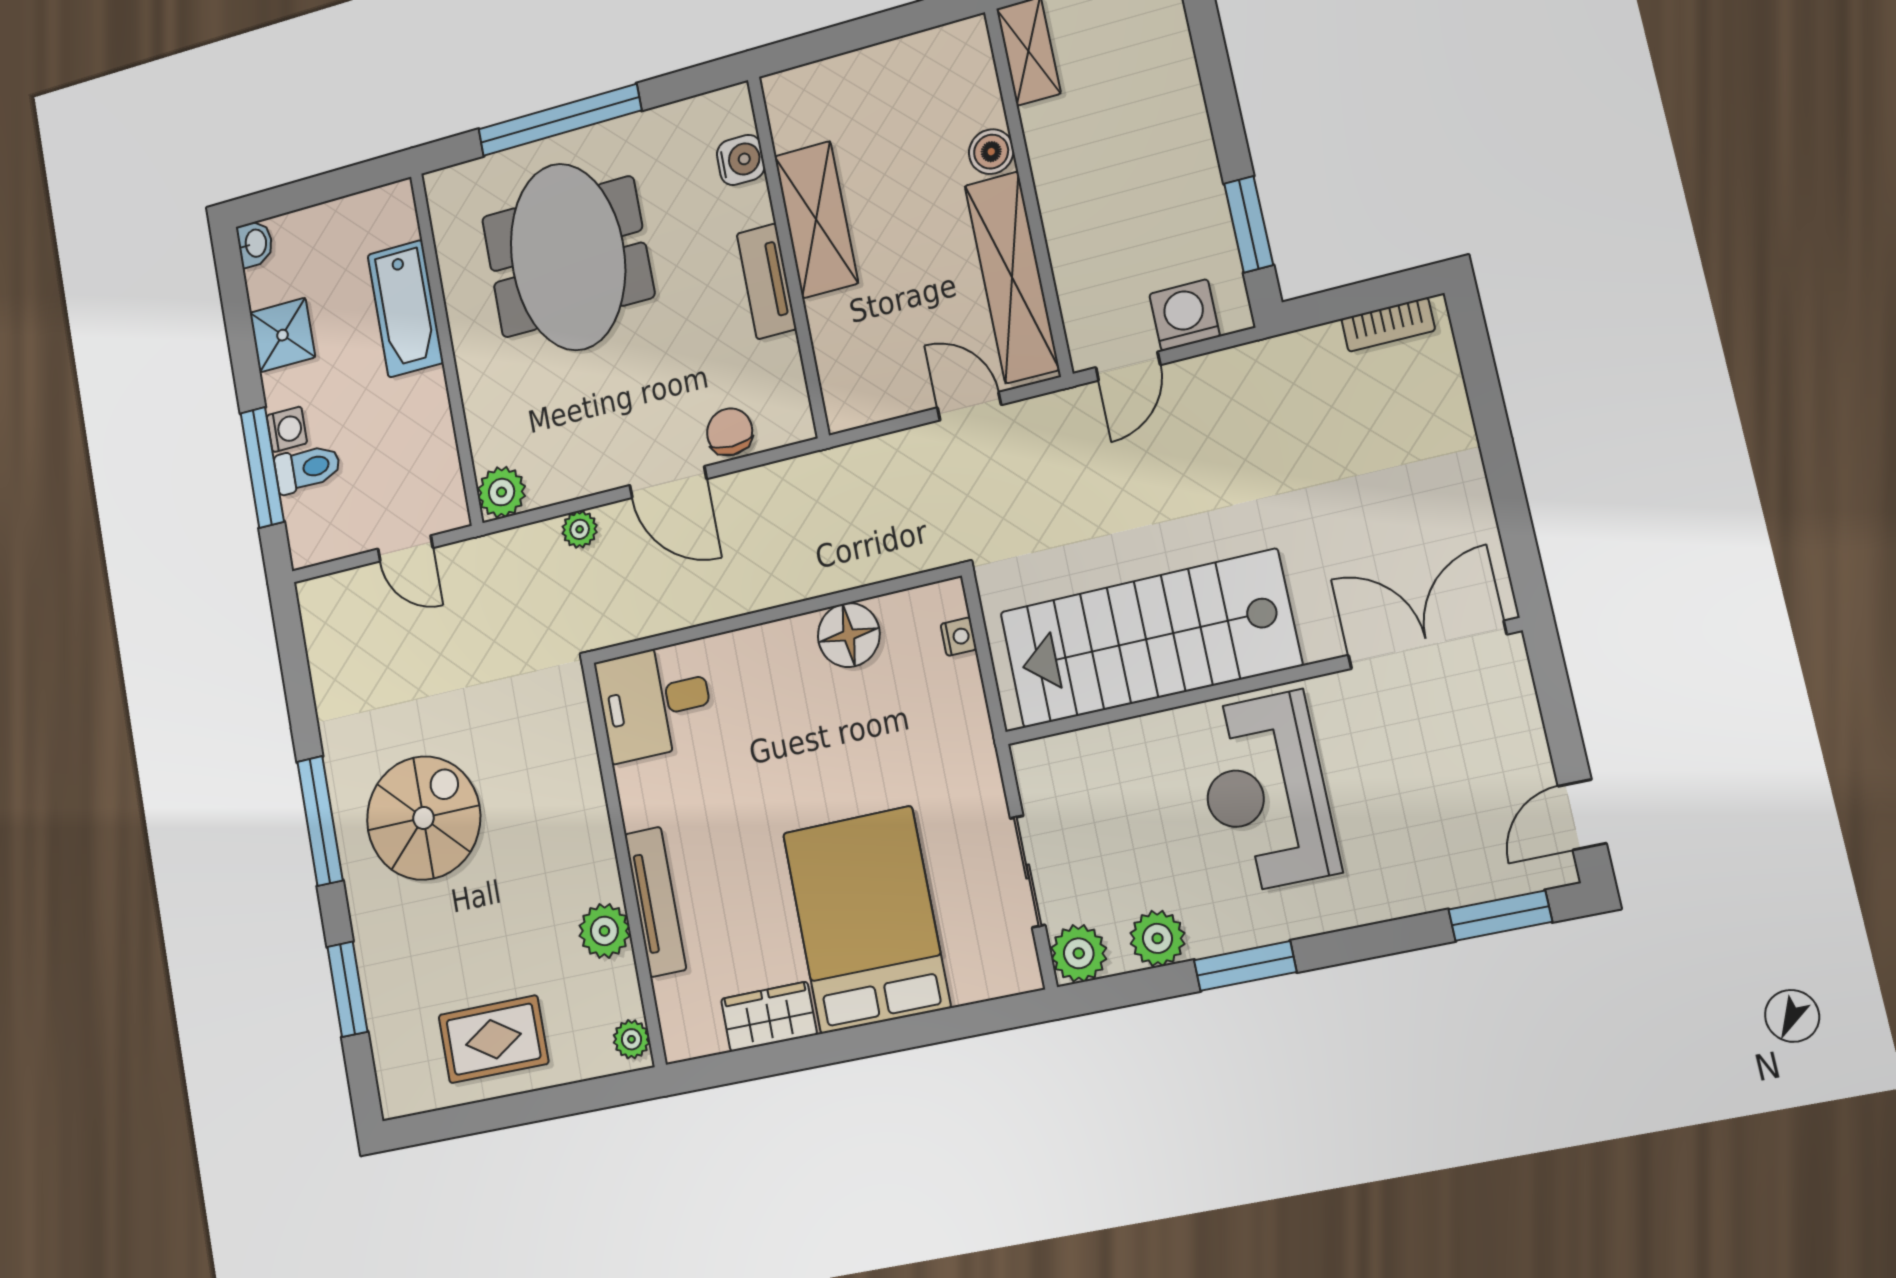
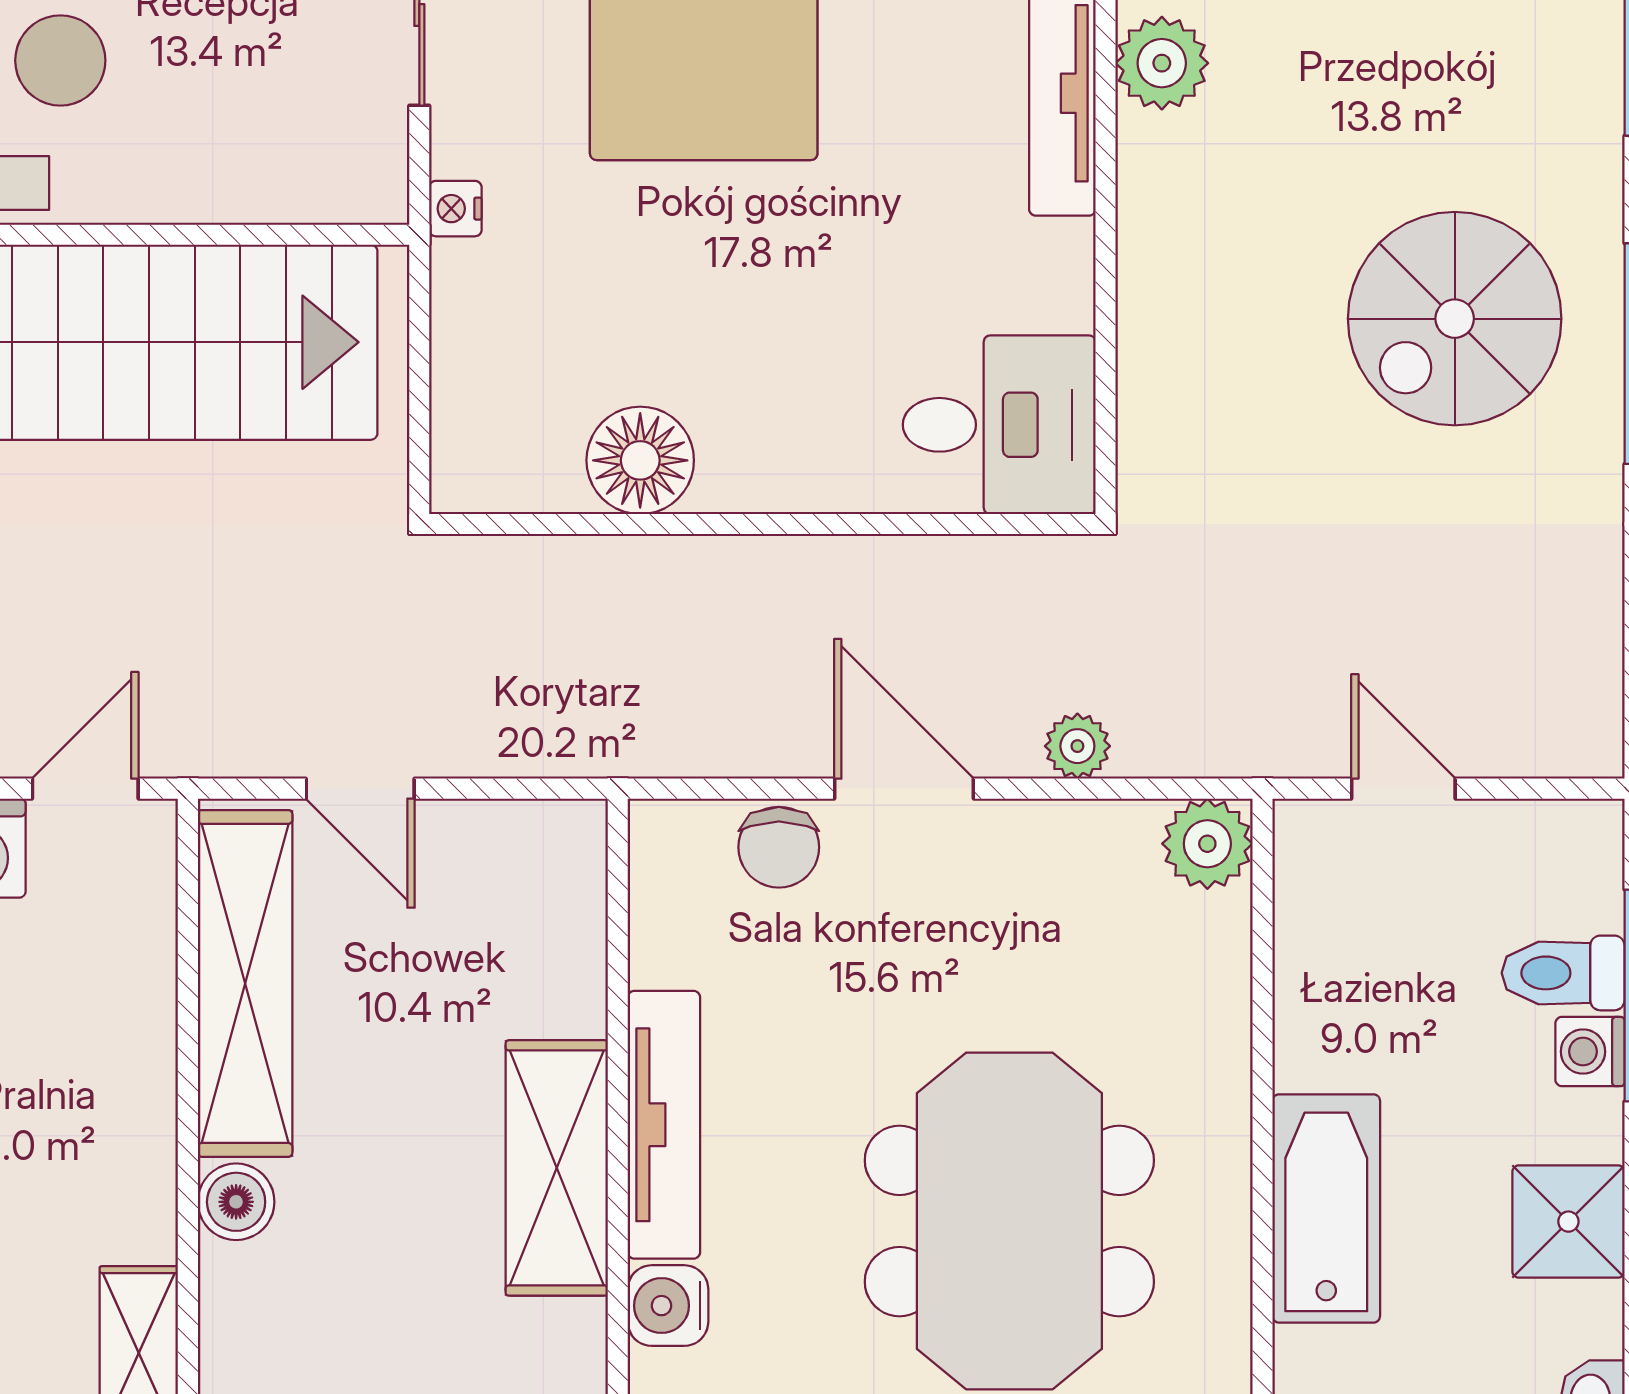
tv unit: (767, 281) -> (664, 1125), width x1.41
nightstand: (959, 637) -> (455, 209), moved

